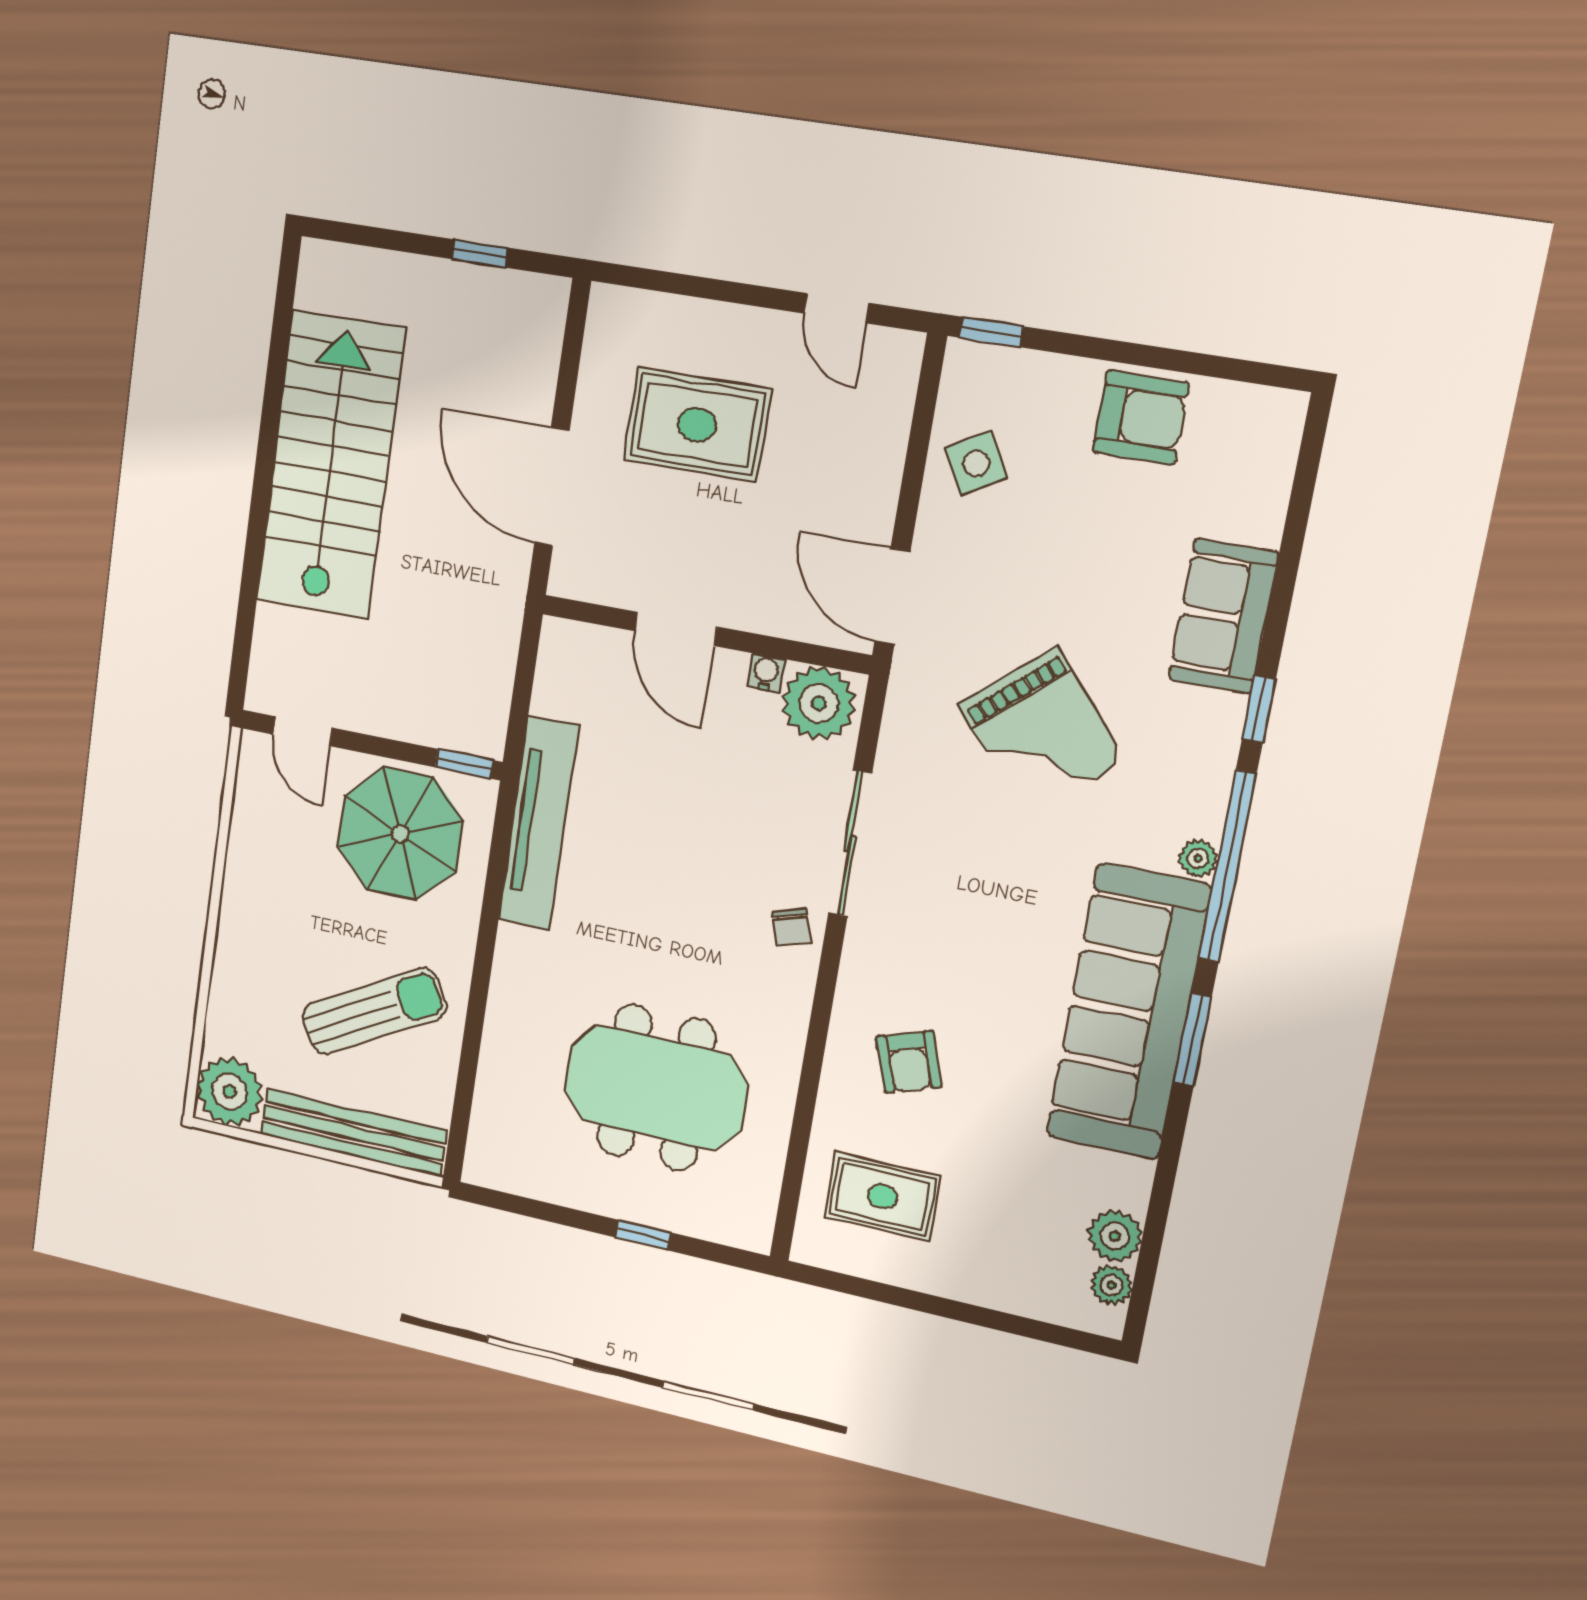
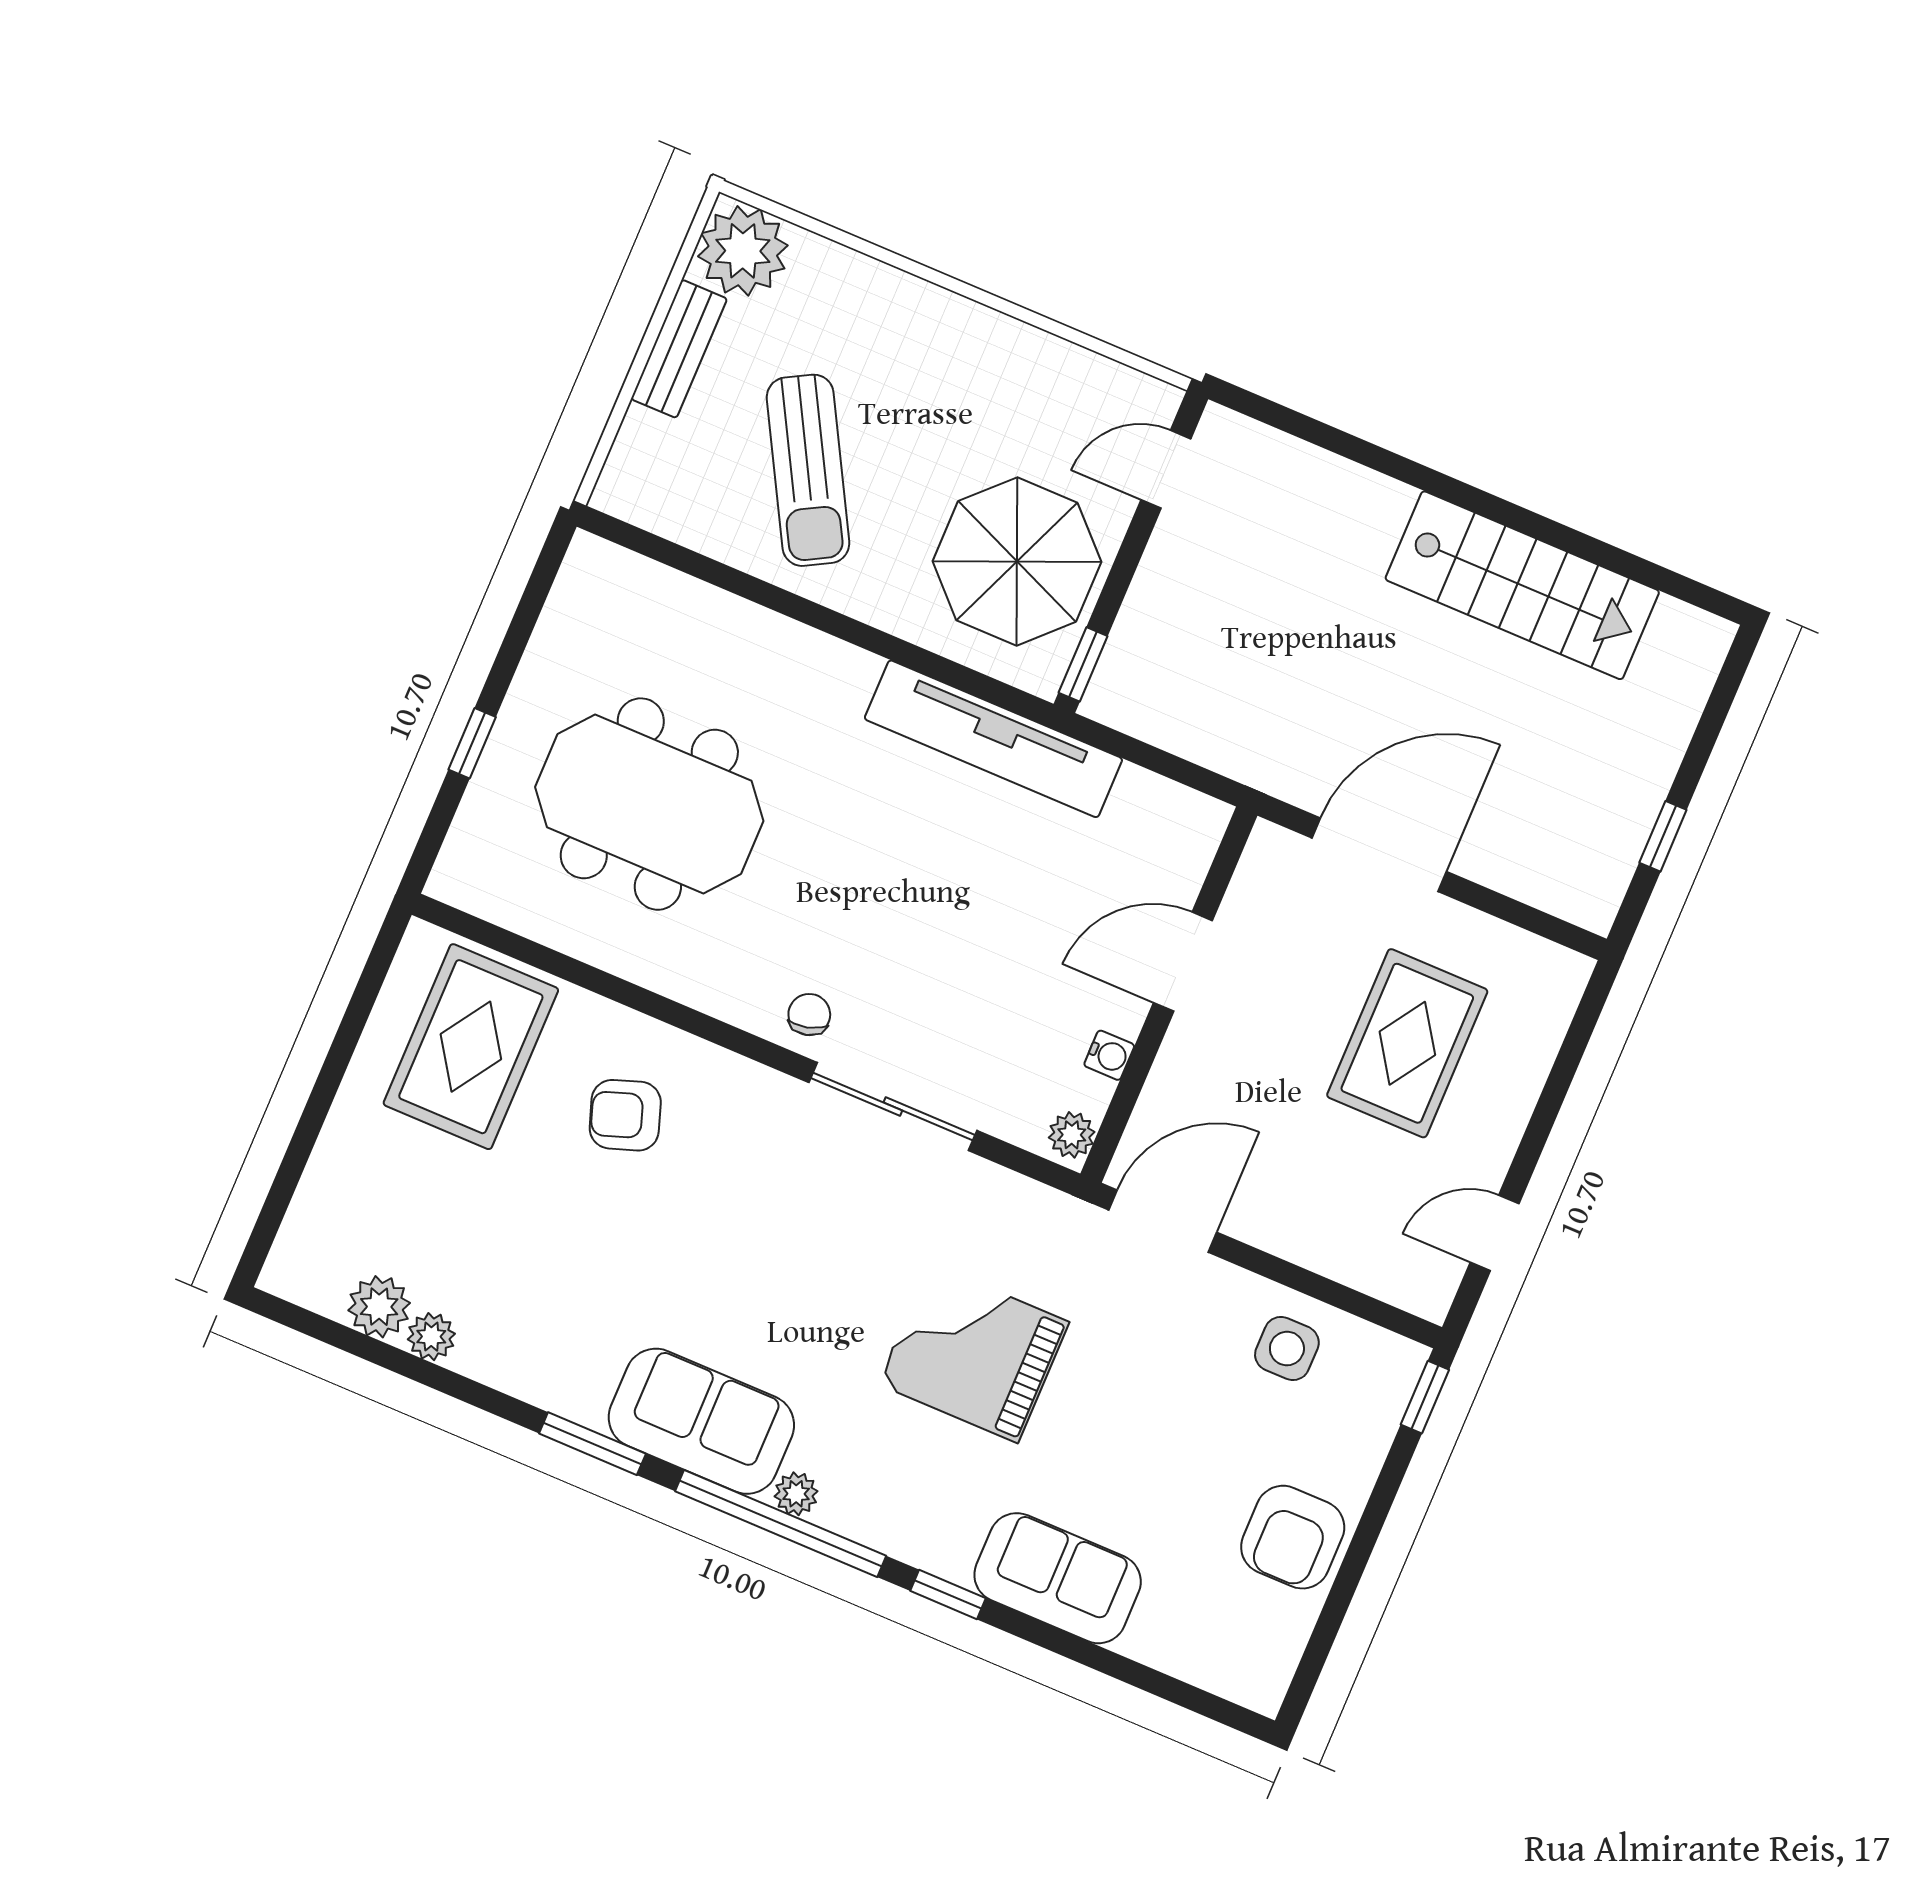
side table: (976, 463) -> (1287, 1349), turned 30
stairs: (330, 466) -> (1522, 585), width x0.73, depth x0.66
plant: (819, 703) -> (1072, 1135), width x0.53, depth x0.53
grand piano: (1041, 732) -> (973, 1353), turned 41
chair: (791, 927) -> (809, 1015), turned 92
sofa: (1128, 1012) -> (701, 1421), width x0.54, depth x0.79
meeting table: (656, 1088) -> (649, 804), turned 90
bench: (353, 1133) -> (679, 349), width x0.54, depth x0.82
rug: (882, 1196) -> (471, 1047), width x1.36, depth x1.43
plant: (1111, 1285) -> (431, 1337), moved

